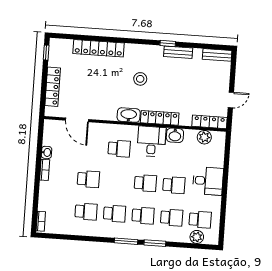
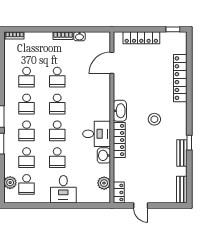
locker: (209, 122) -> (119, 192), width x0.66
school desk: (119, 149) -> (57, 104), moved

